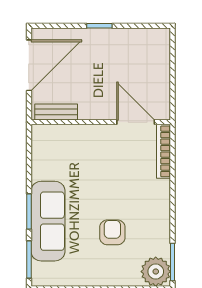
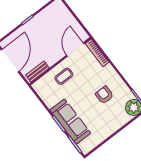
door: (136, 122) -> (75, 50), hinge flipped
coffee table: (89, 148) -> (64, 76), added
armchair: (112, 232) -> (104, 95), moved

